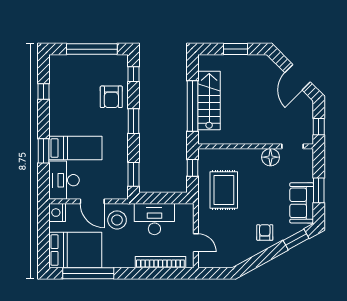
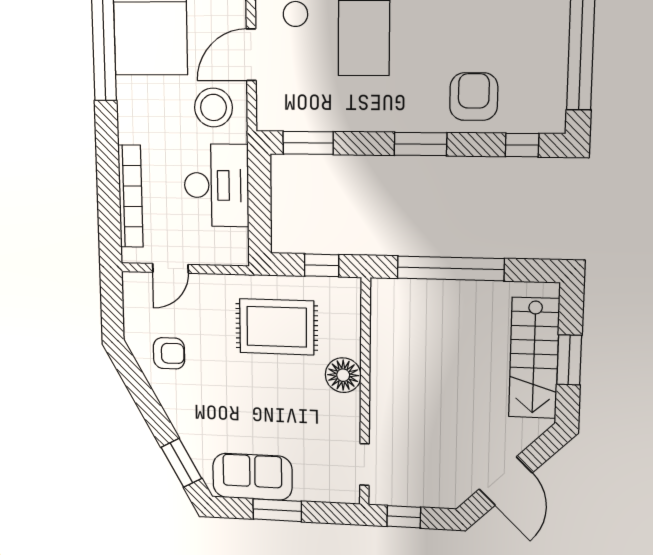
door: (297, 77) -> (506, 481), swing flipped
armchair: (111, 97) -> (474, 97), turned 90
stairs: (209, 100) -> (534, 358), moved, turned 90
floor lamp: (270, 157) -> (343, 375), moved
armchair: (265, 232) -> (169, 353), moved

